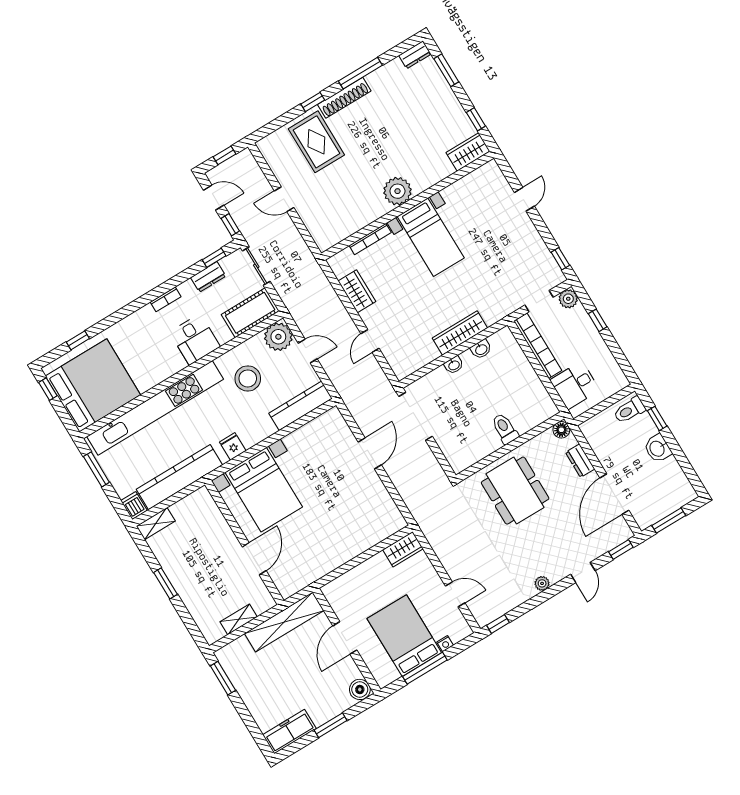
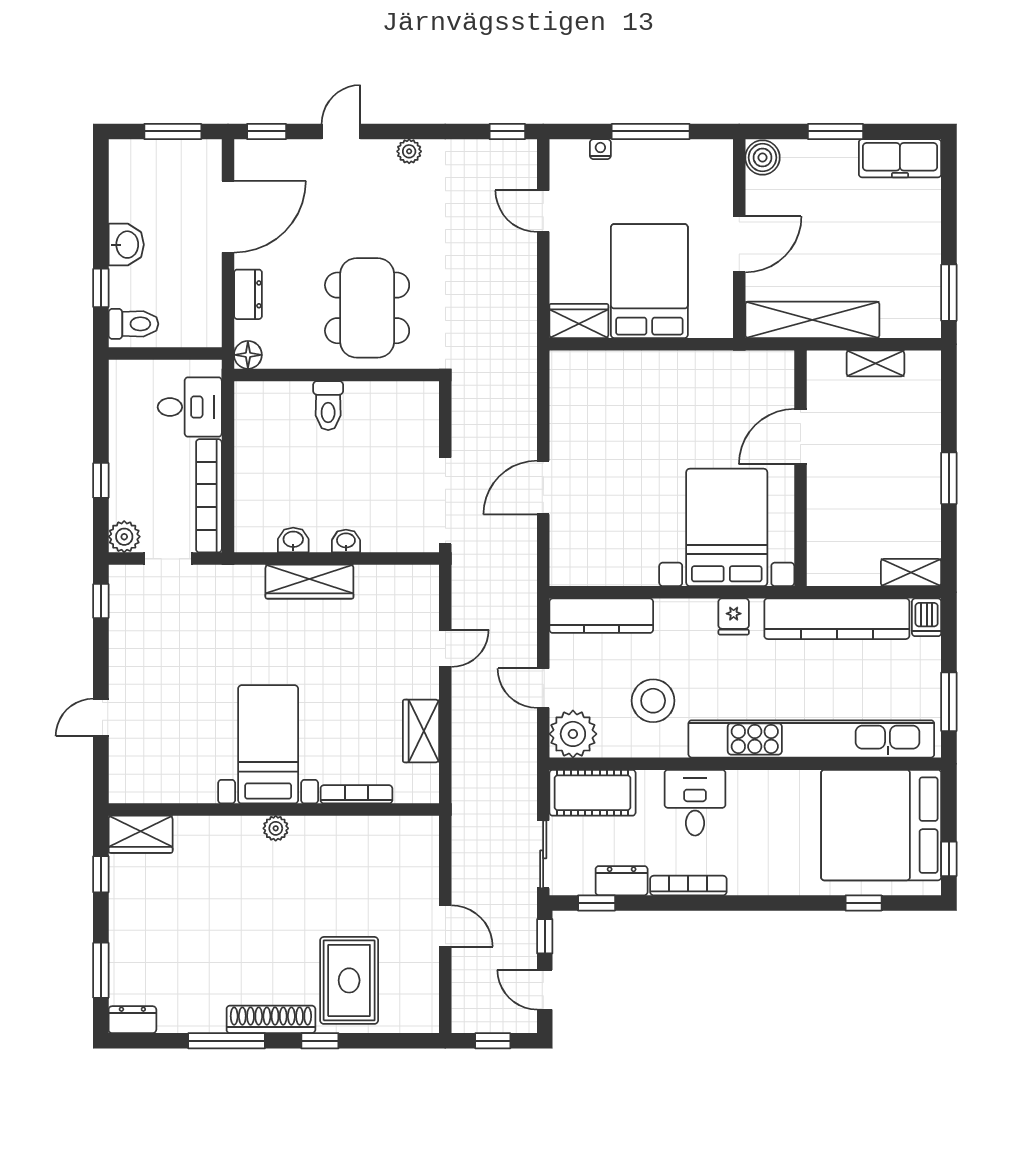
plant: (397, 191) -> (276, 828), width x0.53, depth x0.53
bookcase: (166, 299) -> (688, 886), width x1.56
bed: (404, 636) -> (649, 281), moved, turned 180

